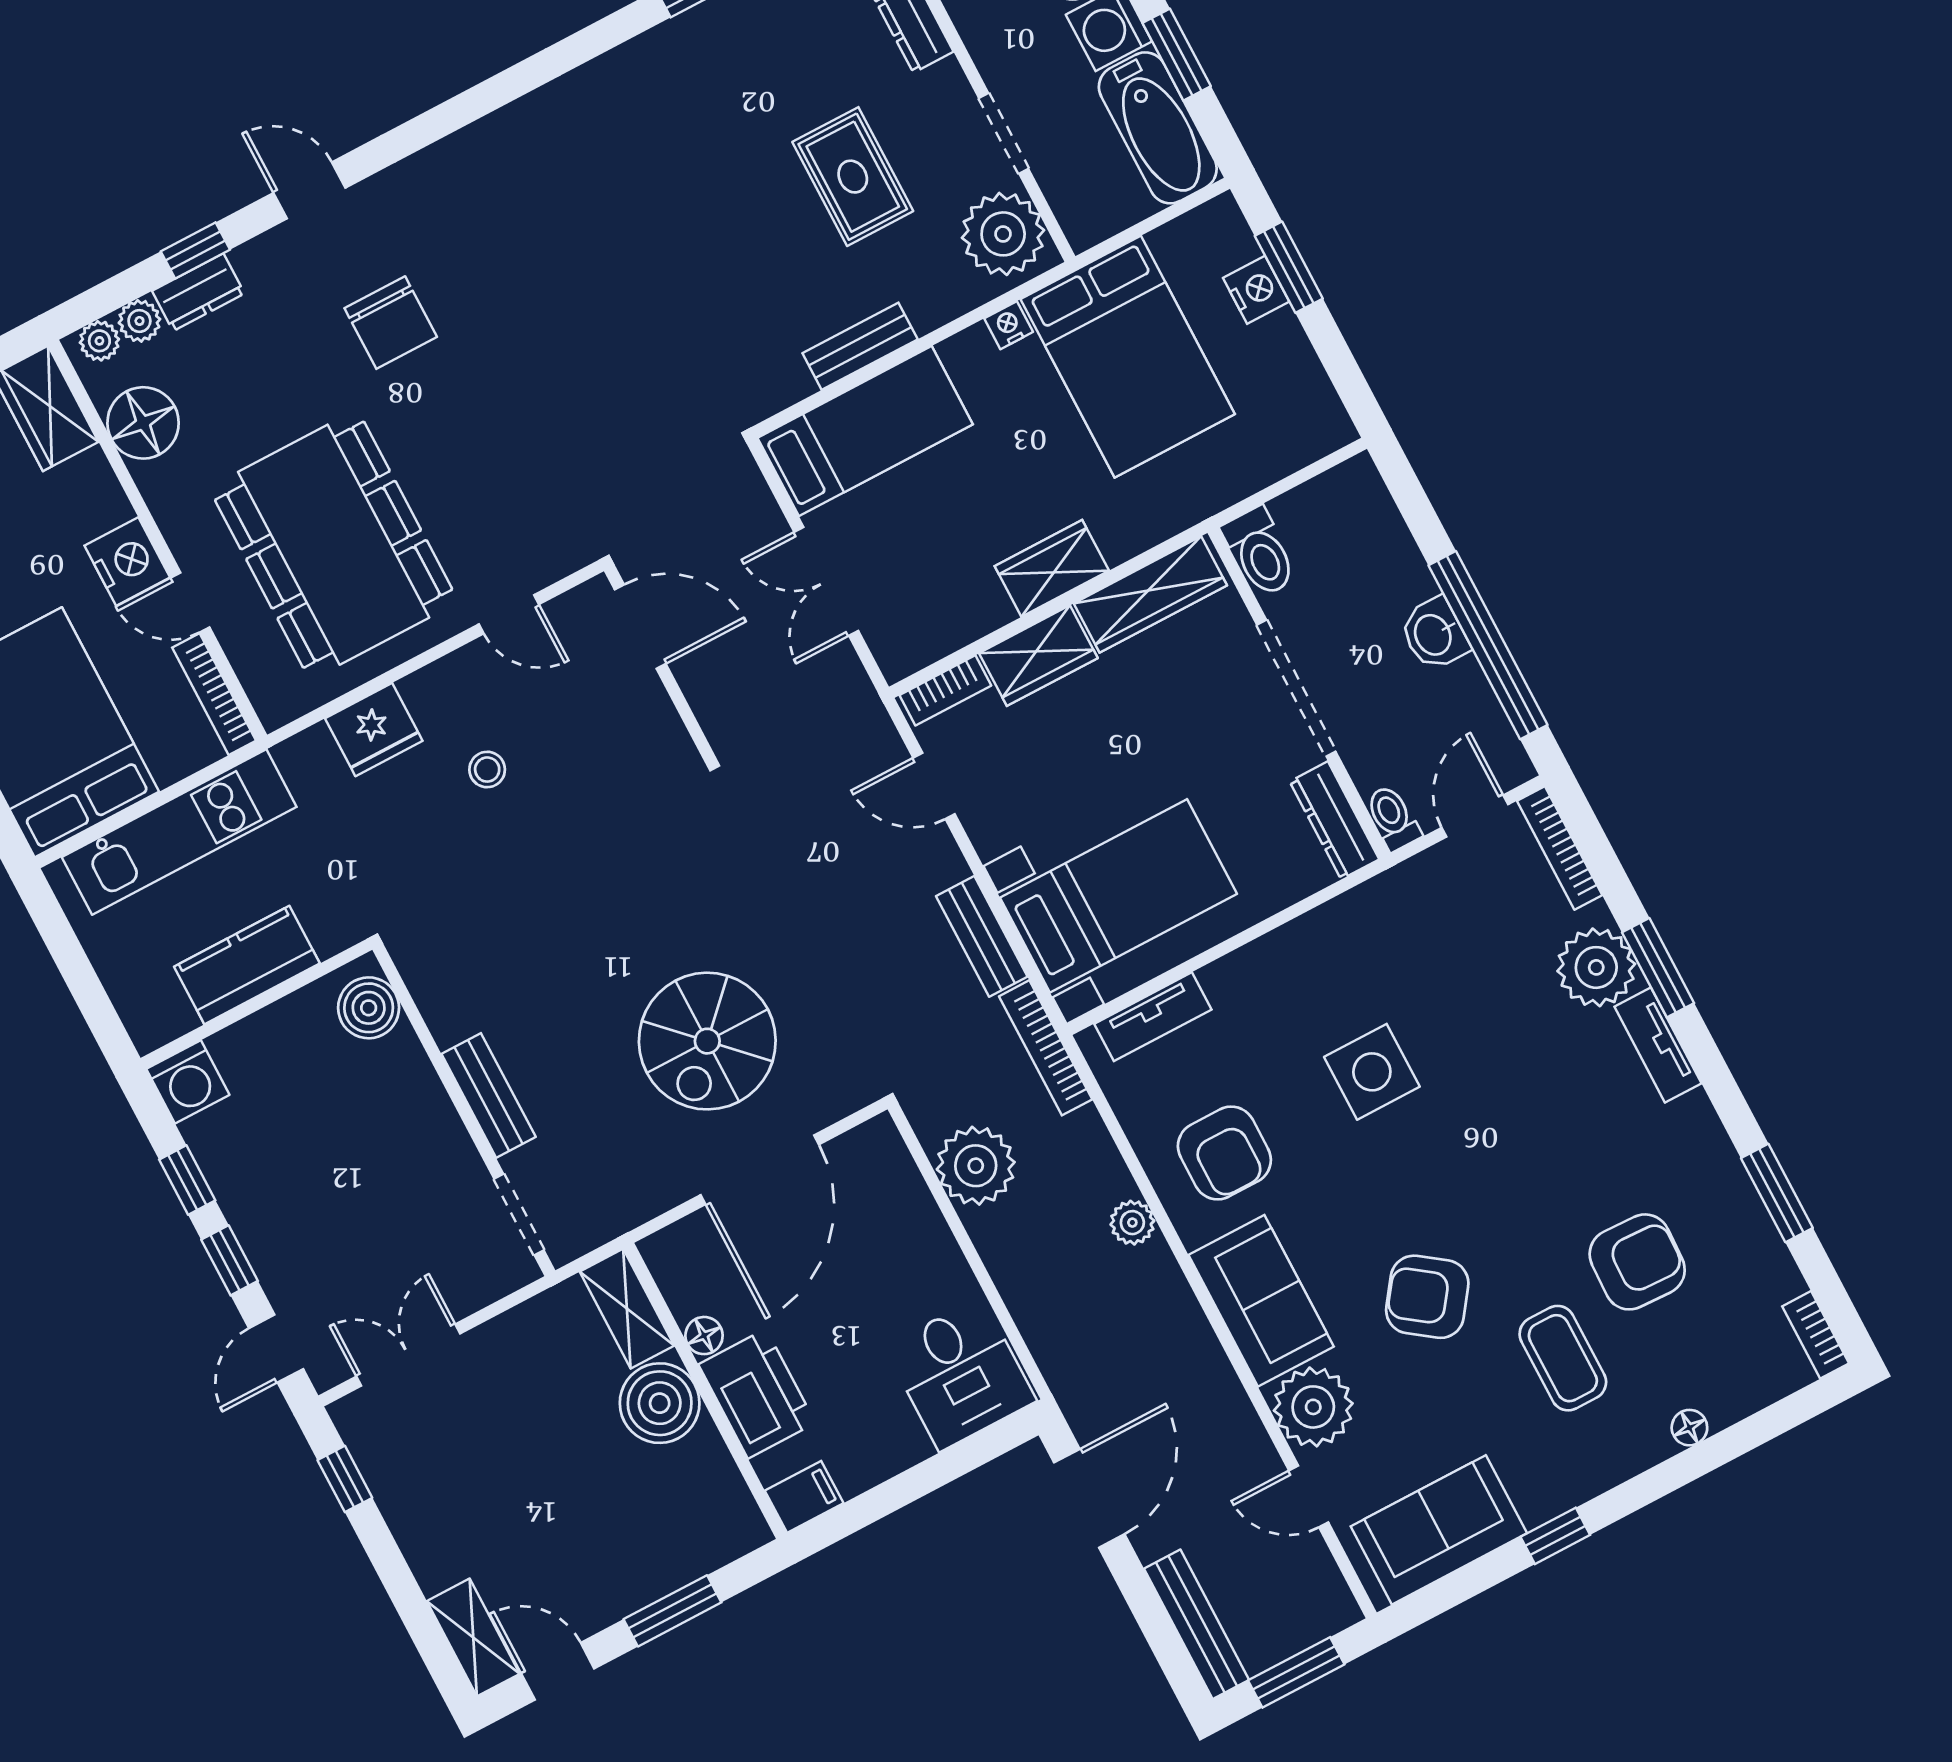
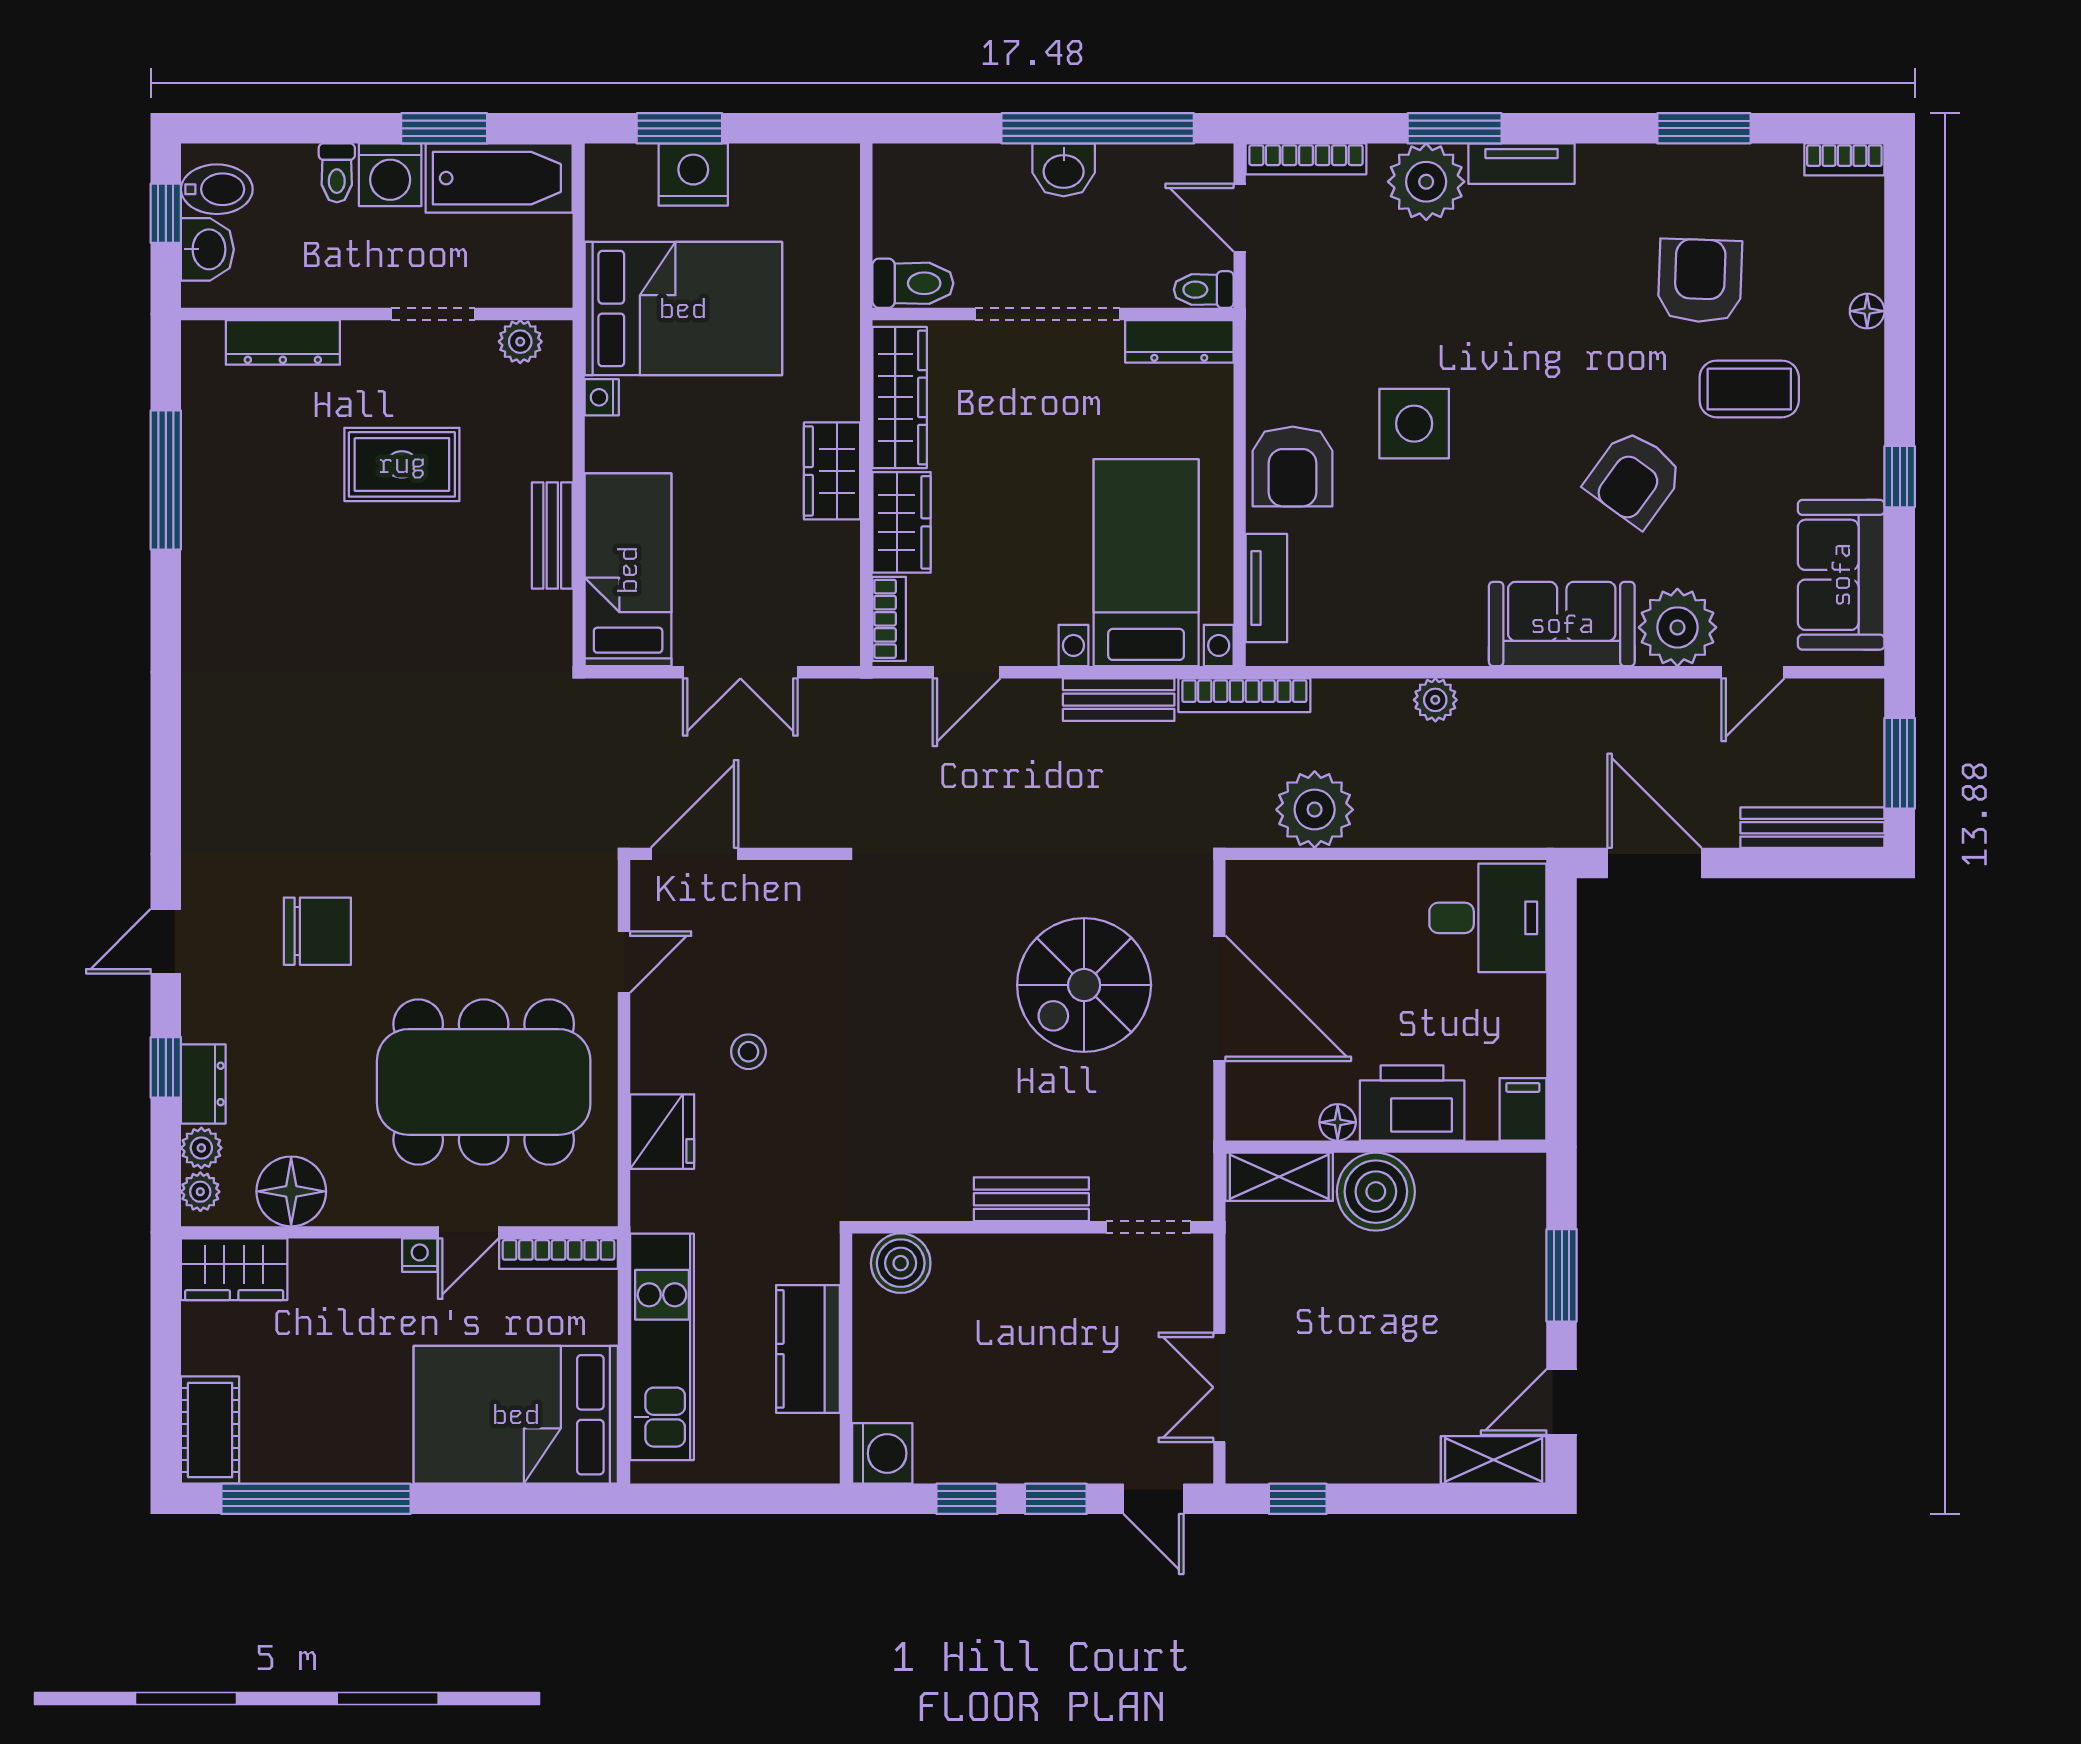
plant: (1003, 234) -> (520, 342), width x0.53, depth x0.53
nightstand: (1256, 290) -> (693, 175), width x1.36, depth x1.33
nightstand: (127, 561) -> (420, 1255), width x0.53, depth x0.56
spiral stairs: (707, 1041) -> (1084, 985), turned 90
armchair: (1224, 1153) -> (1293, 467), moved, turned 90

